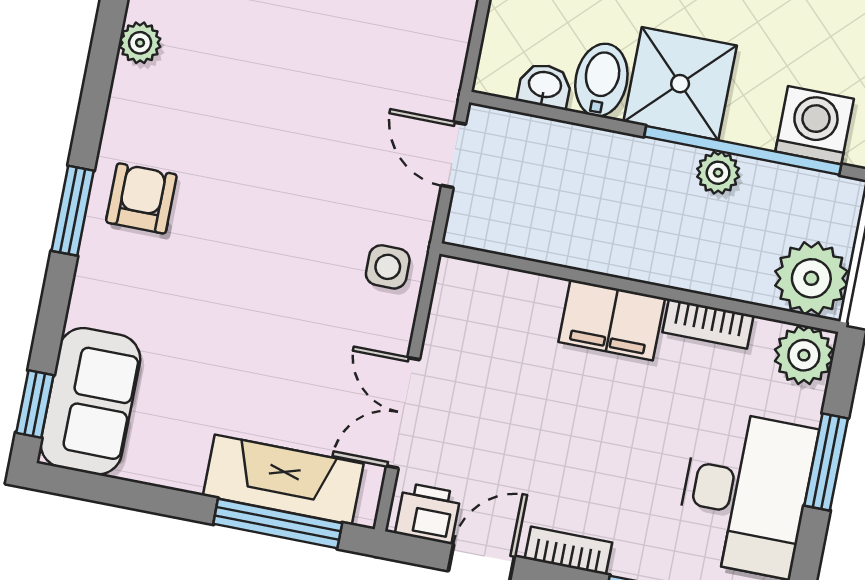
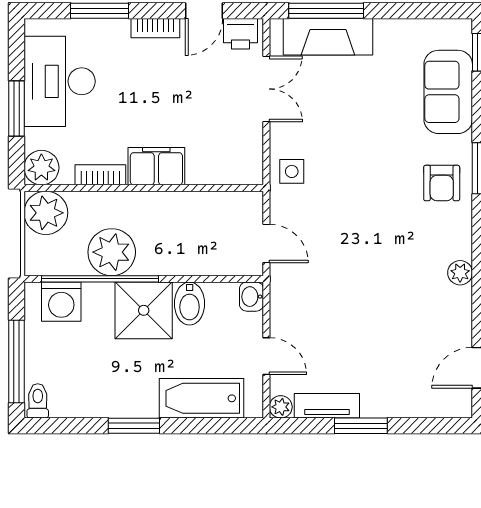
washbasin: (545, 86) -> (251, 297), moved, turned 90
plant: (718, 173) -> (112, 252), width x1.88, depth x1.88
sofa: (90, 401) -> (448, 92), moved

